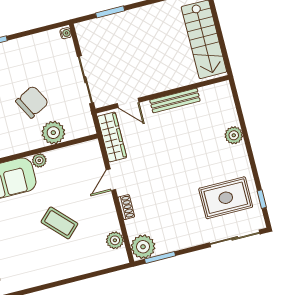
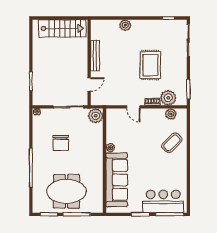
chair: (32, 102) -> (61, 143), moved, turned -152
plant: (53, 133) -> (96, 116), moved
wardrobe: (112, 137) -> (107, 100), removed
rug: (226, 198) -> (150, 65), moved
coffee table: (59, 223) -> (172, 143), moved
plant: (143, 247) -> (168, 98), moved

